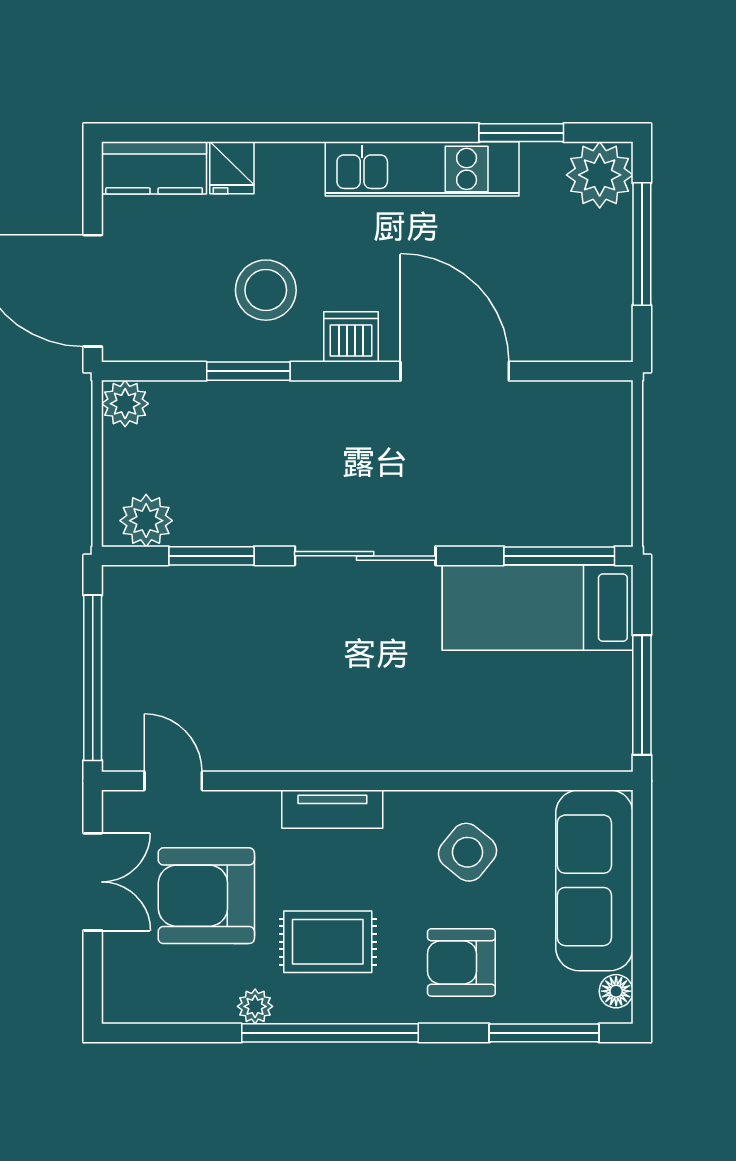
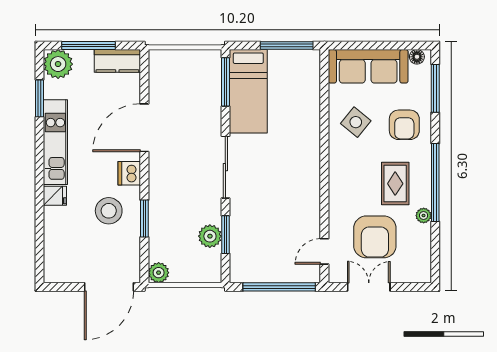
kitchen counter: (154, 168) -> (117, 61), moved, turned 90
fridge: (232, 168) -> (55, 196), moved
plant: (146, 521) -> (210, 236), moved
tv unit: (332, 809) -> (337, 182), removed

